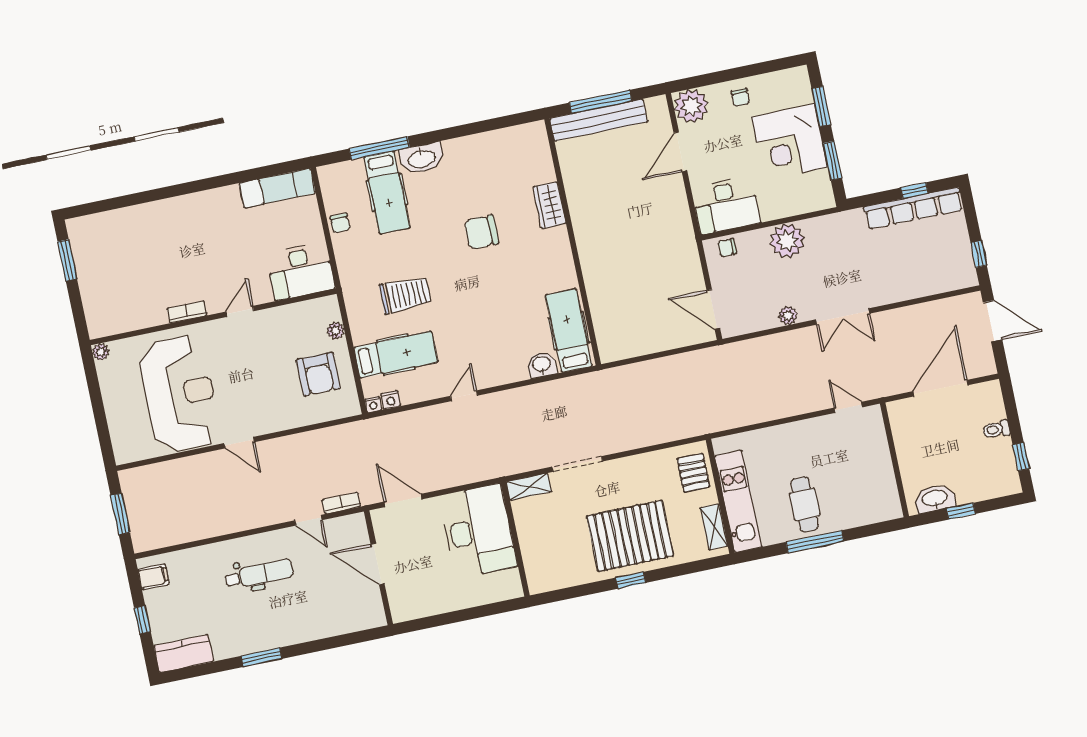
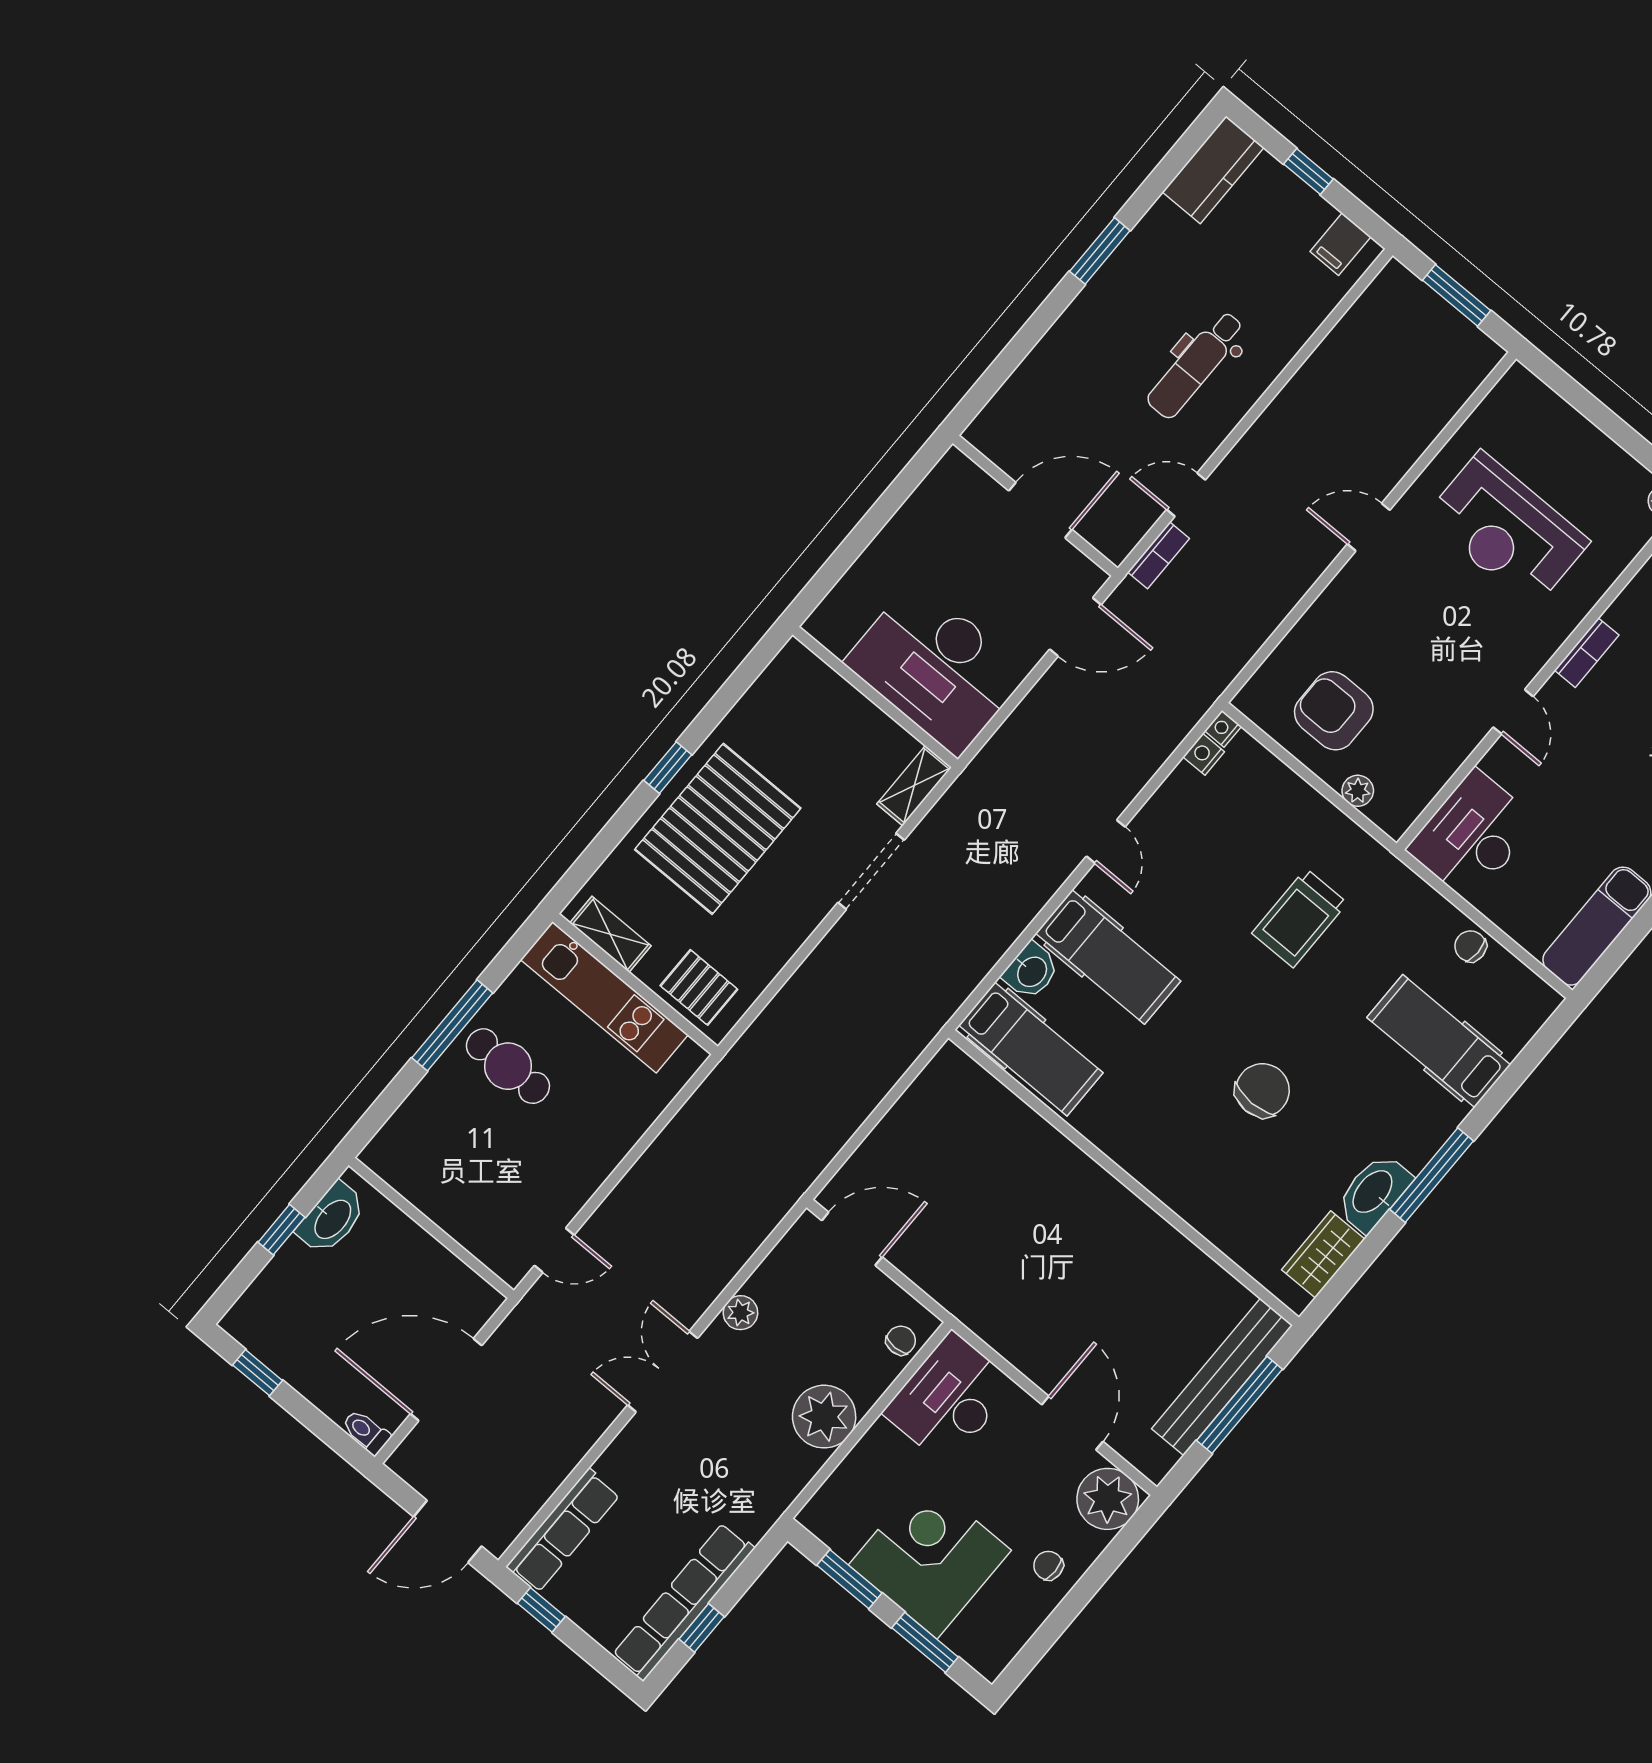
window: (379, 148) -> (1432, 1175), moved
washbasin: (422, 158) -> (1374, 1192), moved
wardrobe: (549, 205) -> (1323, 1254), moved, turned -90
row of seats: (941, 281) -> (563, 1531), added
hospital bed: (396, 355) -> (1108, 957), moved, turned -90
door: (941, 388) -> (446, 1380), swing flipped
reception desk: (180, 394) -> (1507, 530), width x0.74, depth x0.77
toilet: (996, 429) -> (366, 1432), moved, turned -90

